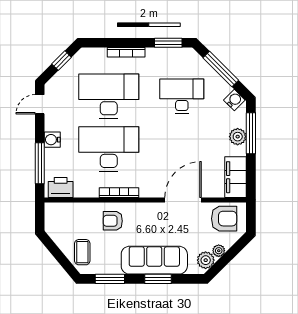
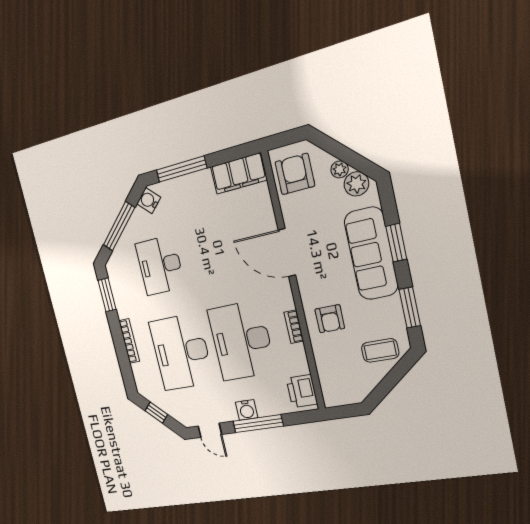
plant: (238, 137) -> (189, 185), removed
window: (40, 163) -> (258, 424), moved
bookcase: (119, 193) -> (294, 327), width x0.64
door: (183, 200) -> (287, 253), moved

